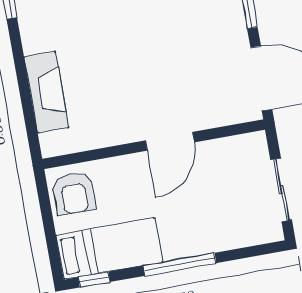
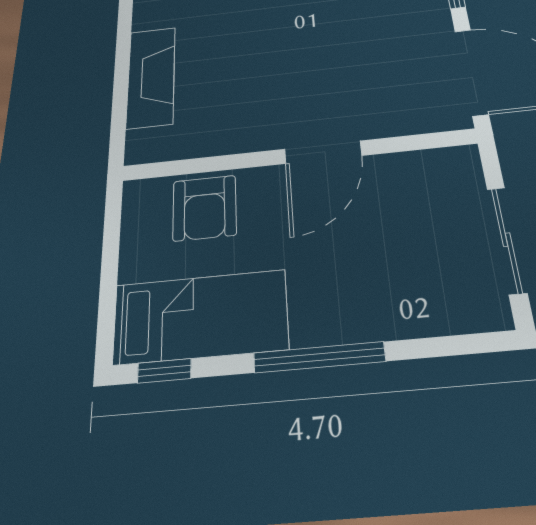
armchair: (74, 193) -> (205, 208), moved

